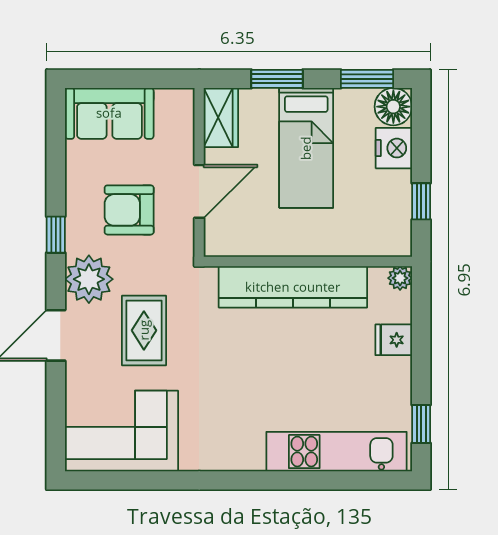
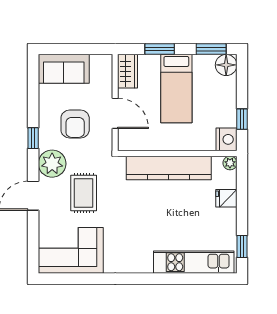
nightstand: (394, 148) -> (226, 139), moved
door: (199, 191) -> (115, 113), hinge flipped
armchair: (129, 210) -> (75, 124), turned -90

